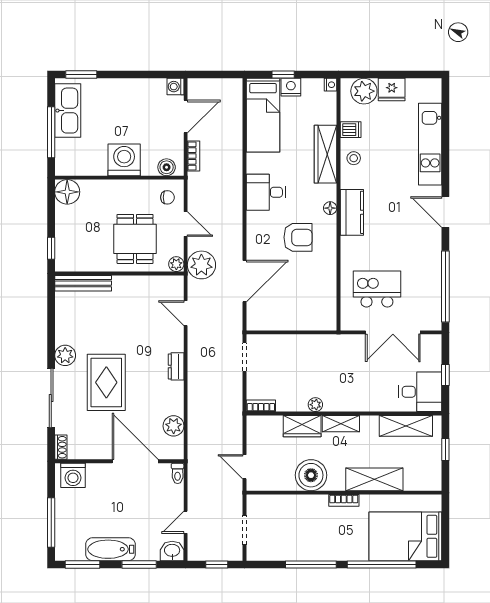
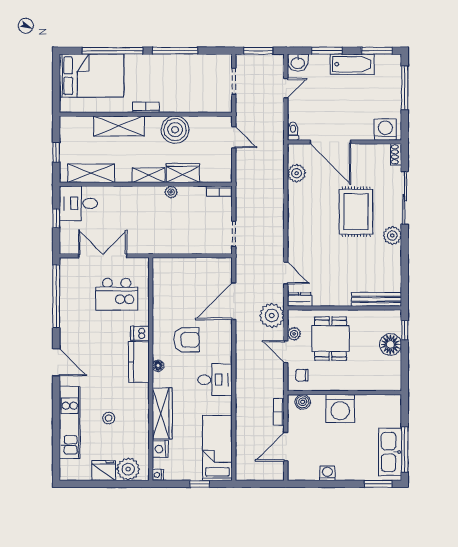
washing machine: (175, 87) -> (327, 473), moved, turned -90
nightstand: (291, 87) -> (160, 449), moved, turned 90
dishwasher: (351, 130) -> (140, 333), moved
window: (51, 132) -> (405, 450), moved
stool: (354, 158) -> (109, 418), moved
floor lamp: (67, 192) -> (390, 344), moved
armchair: (298, 237) -> (186, 340), turned 180
plant: (176, 264) -> (294, 334), moved
dresser: (176, 366) -> (300, 300), moved, turned -90
window: (217, 564) -> (258, 51), width x1.50

